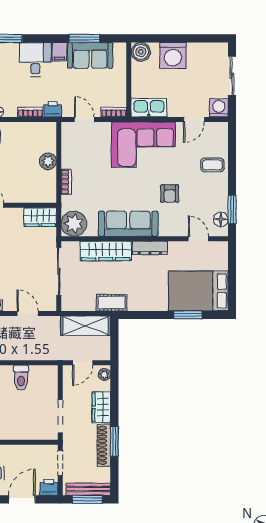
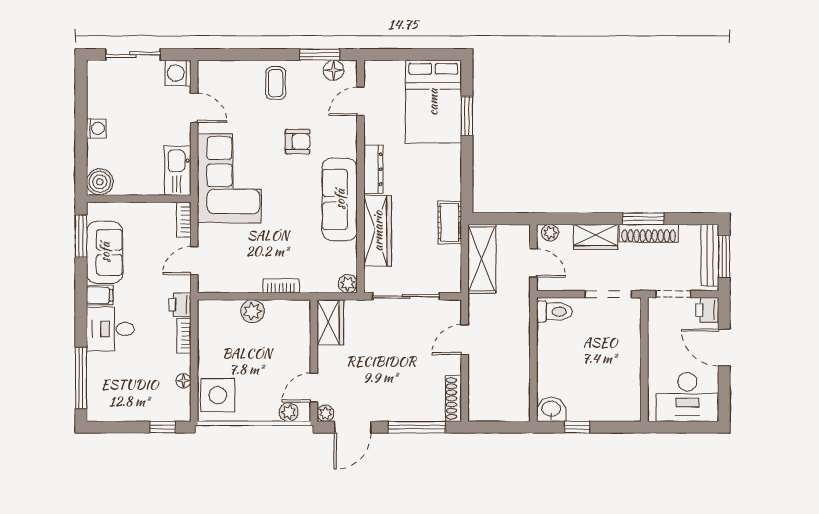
window: (84, 38) -> (81, 236), moved
washing machine: (173, 55) -> (96, 128), width x0.53, depth x0.53
coffee table: (212, 165) -> (276, 83), moved
plant: (74, 224) -> (348, 284), width x0.53, depth x0.53
toilet: (21, 378) -> (554, 312), moved

